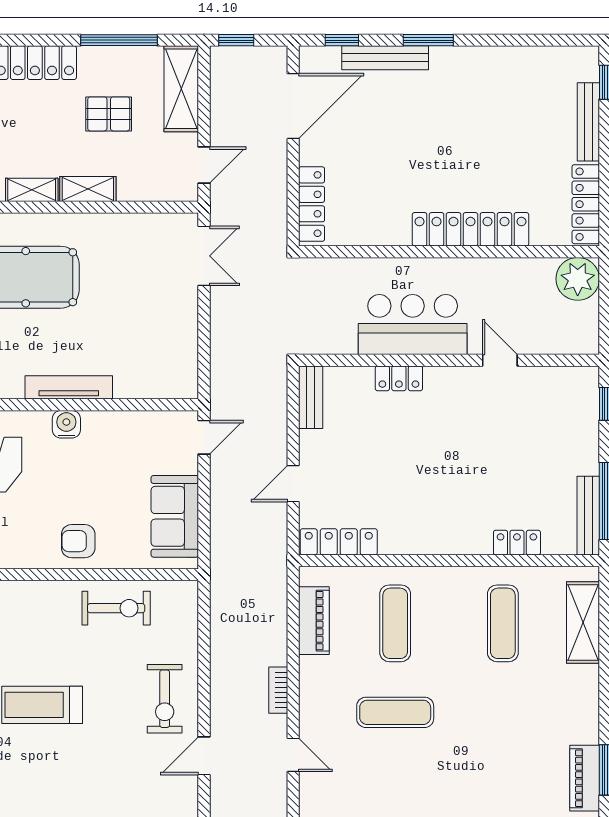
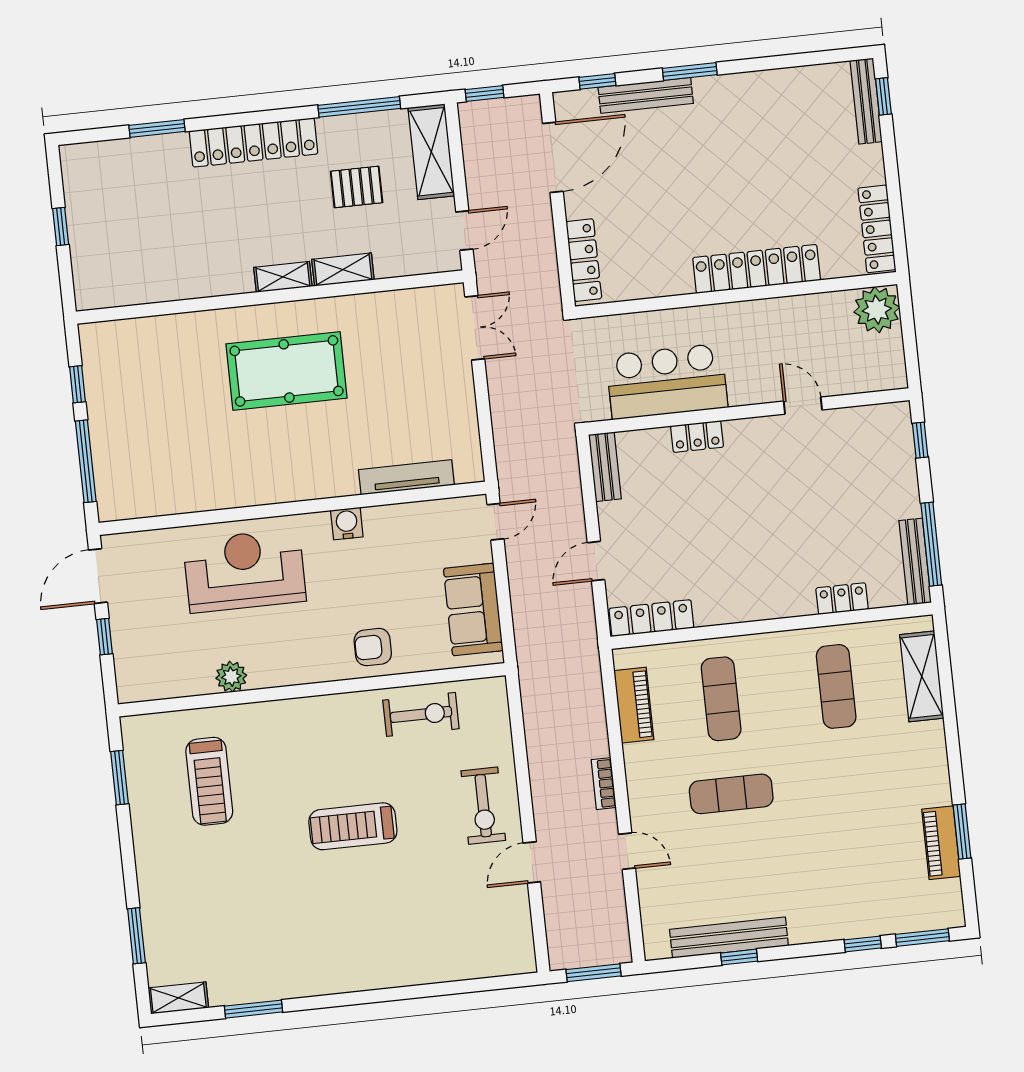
bench: (588, 122) -> (866, 101), moved
bar counter: (413, 325) -> (667, 381), moved
tv unit: (69, 387) -> (406, 477), moved

